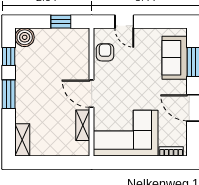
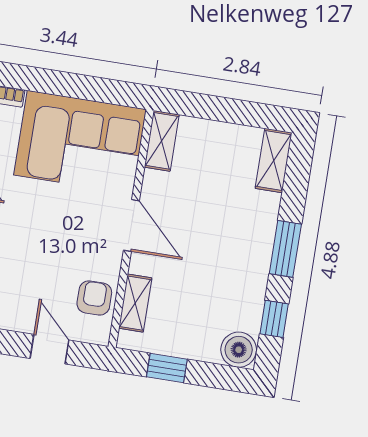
armchair: (105, 52) -> (94, 298), turned 180
shelving: (83, 53) -> (135, 303), added
shelving: (83, 125) -> (162, 141), moved

